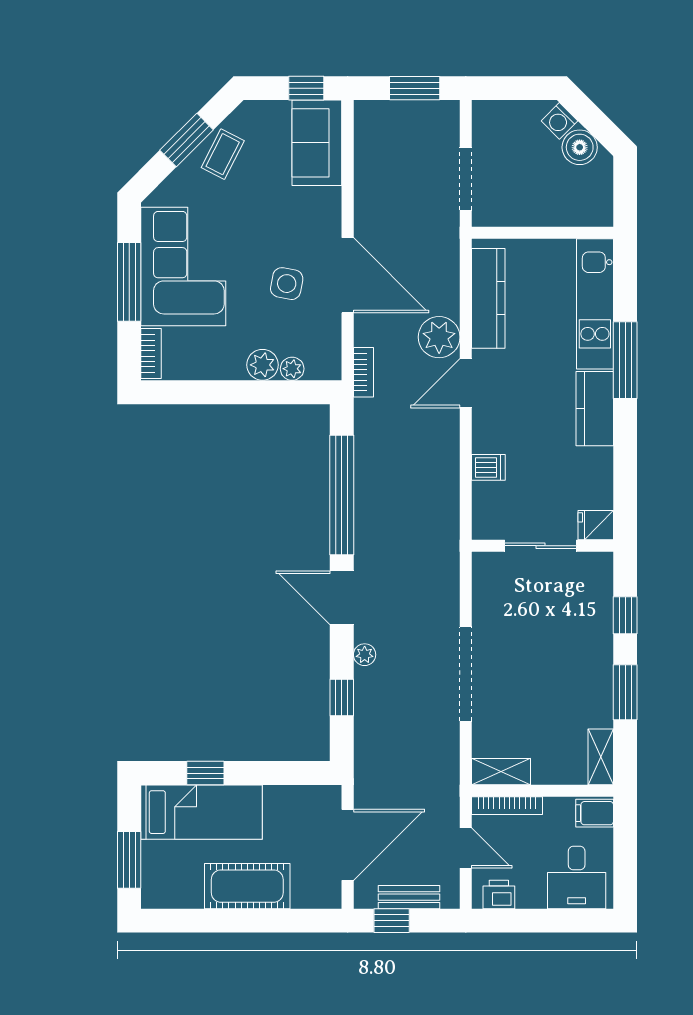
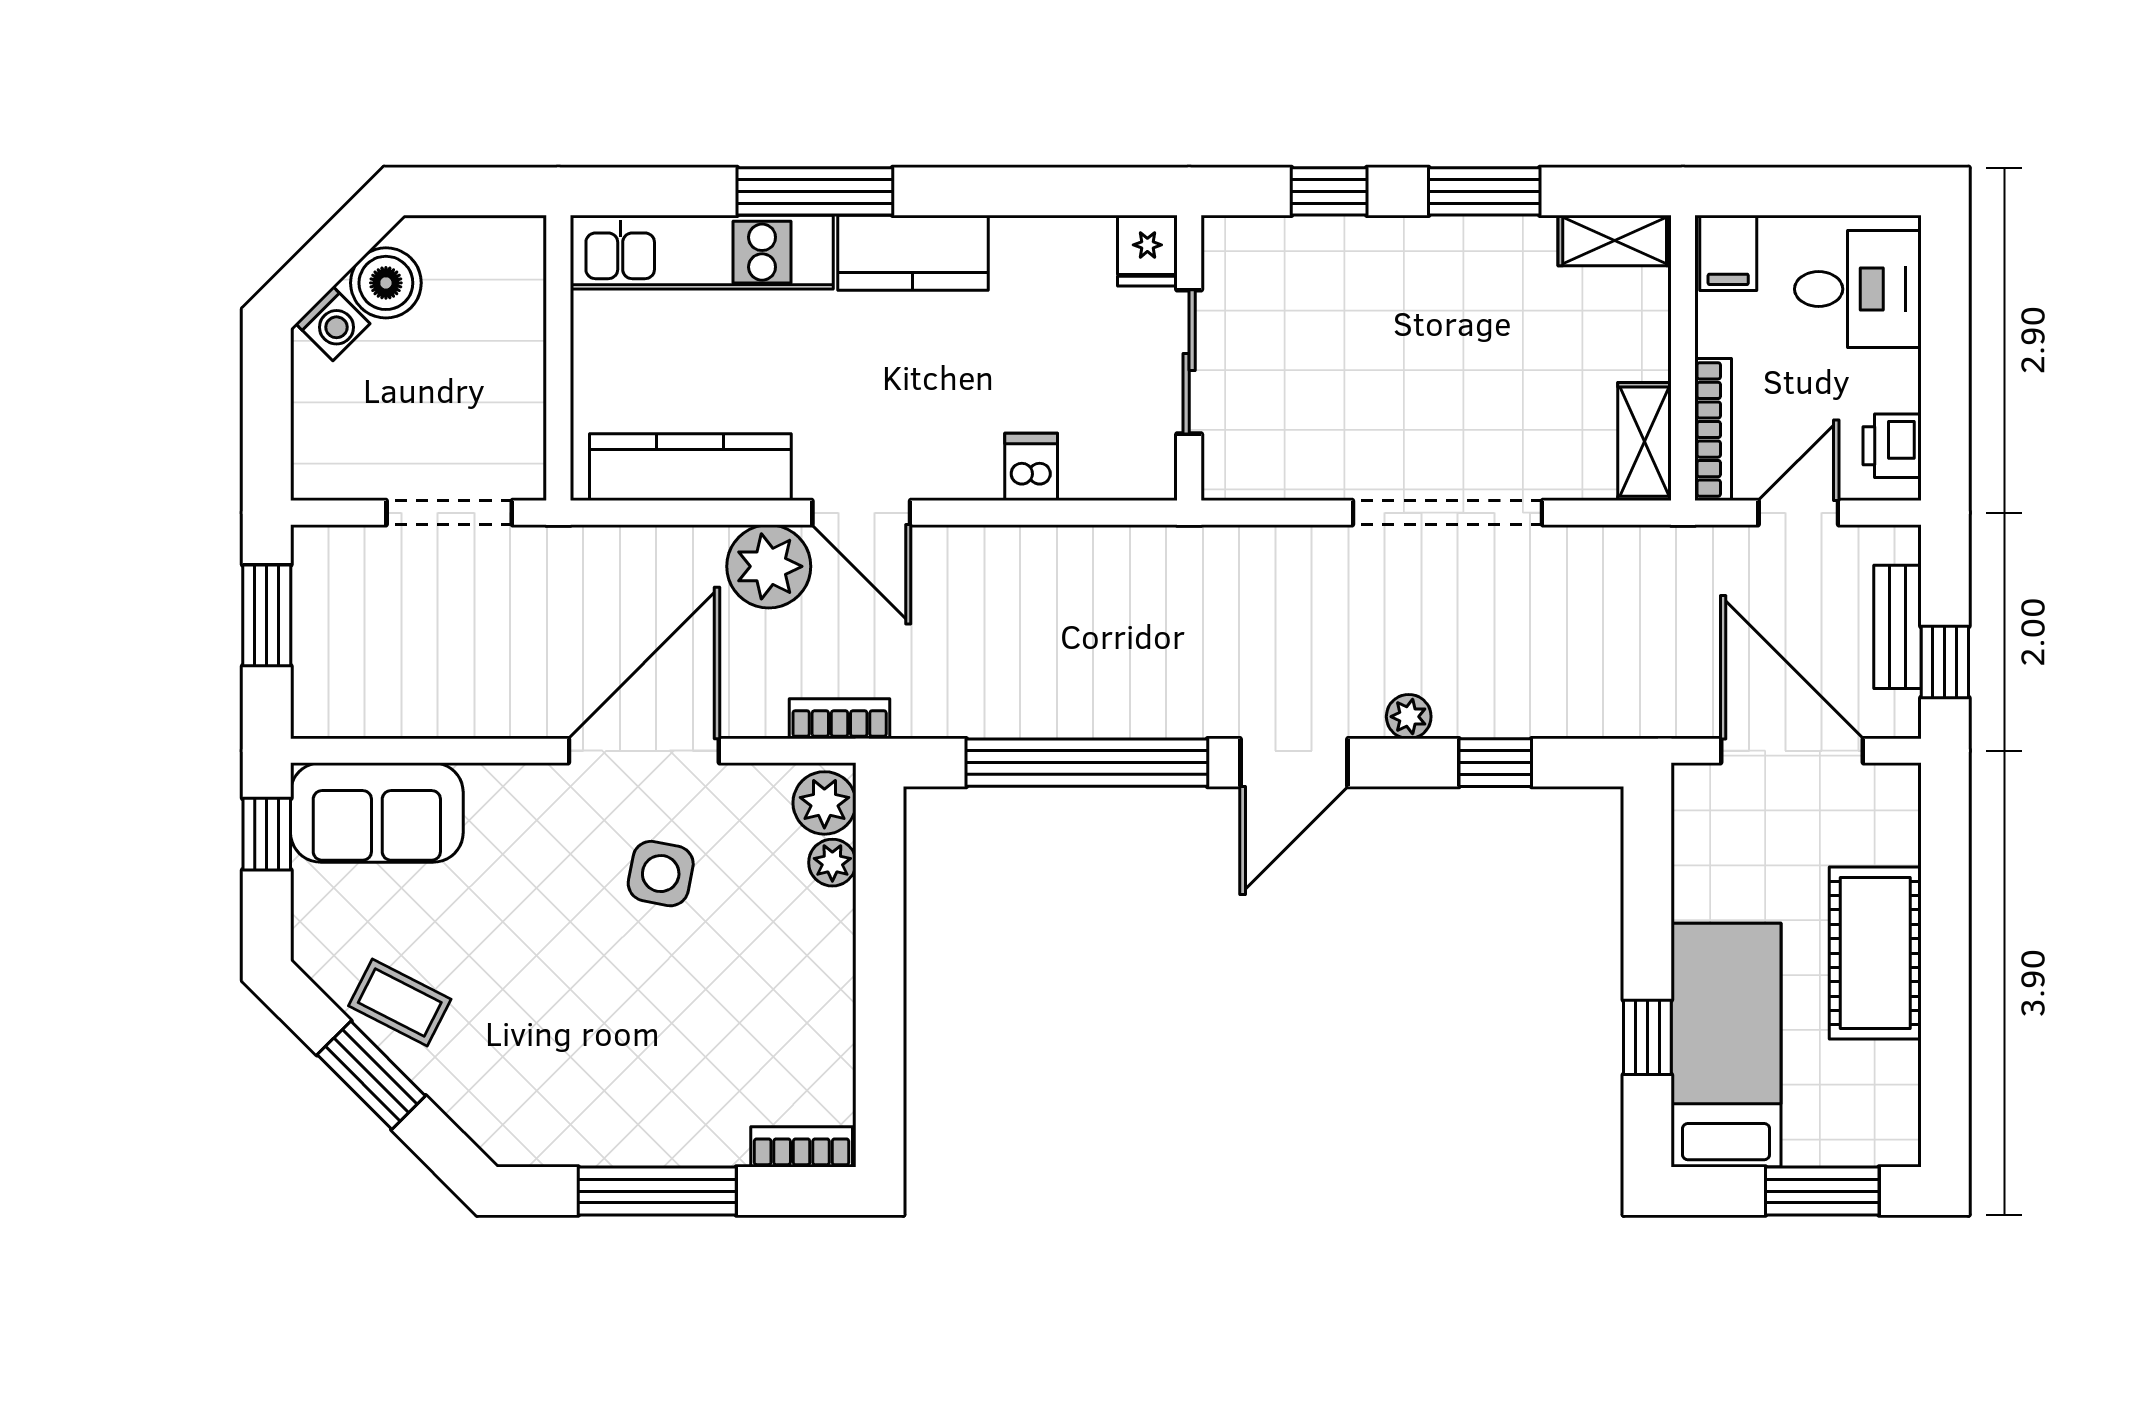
corner sofa: (183, 267) -> (626, 1082), removed
plant: (262, 365) -> (824, 803), moved

